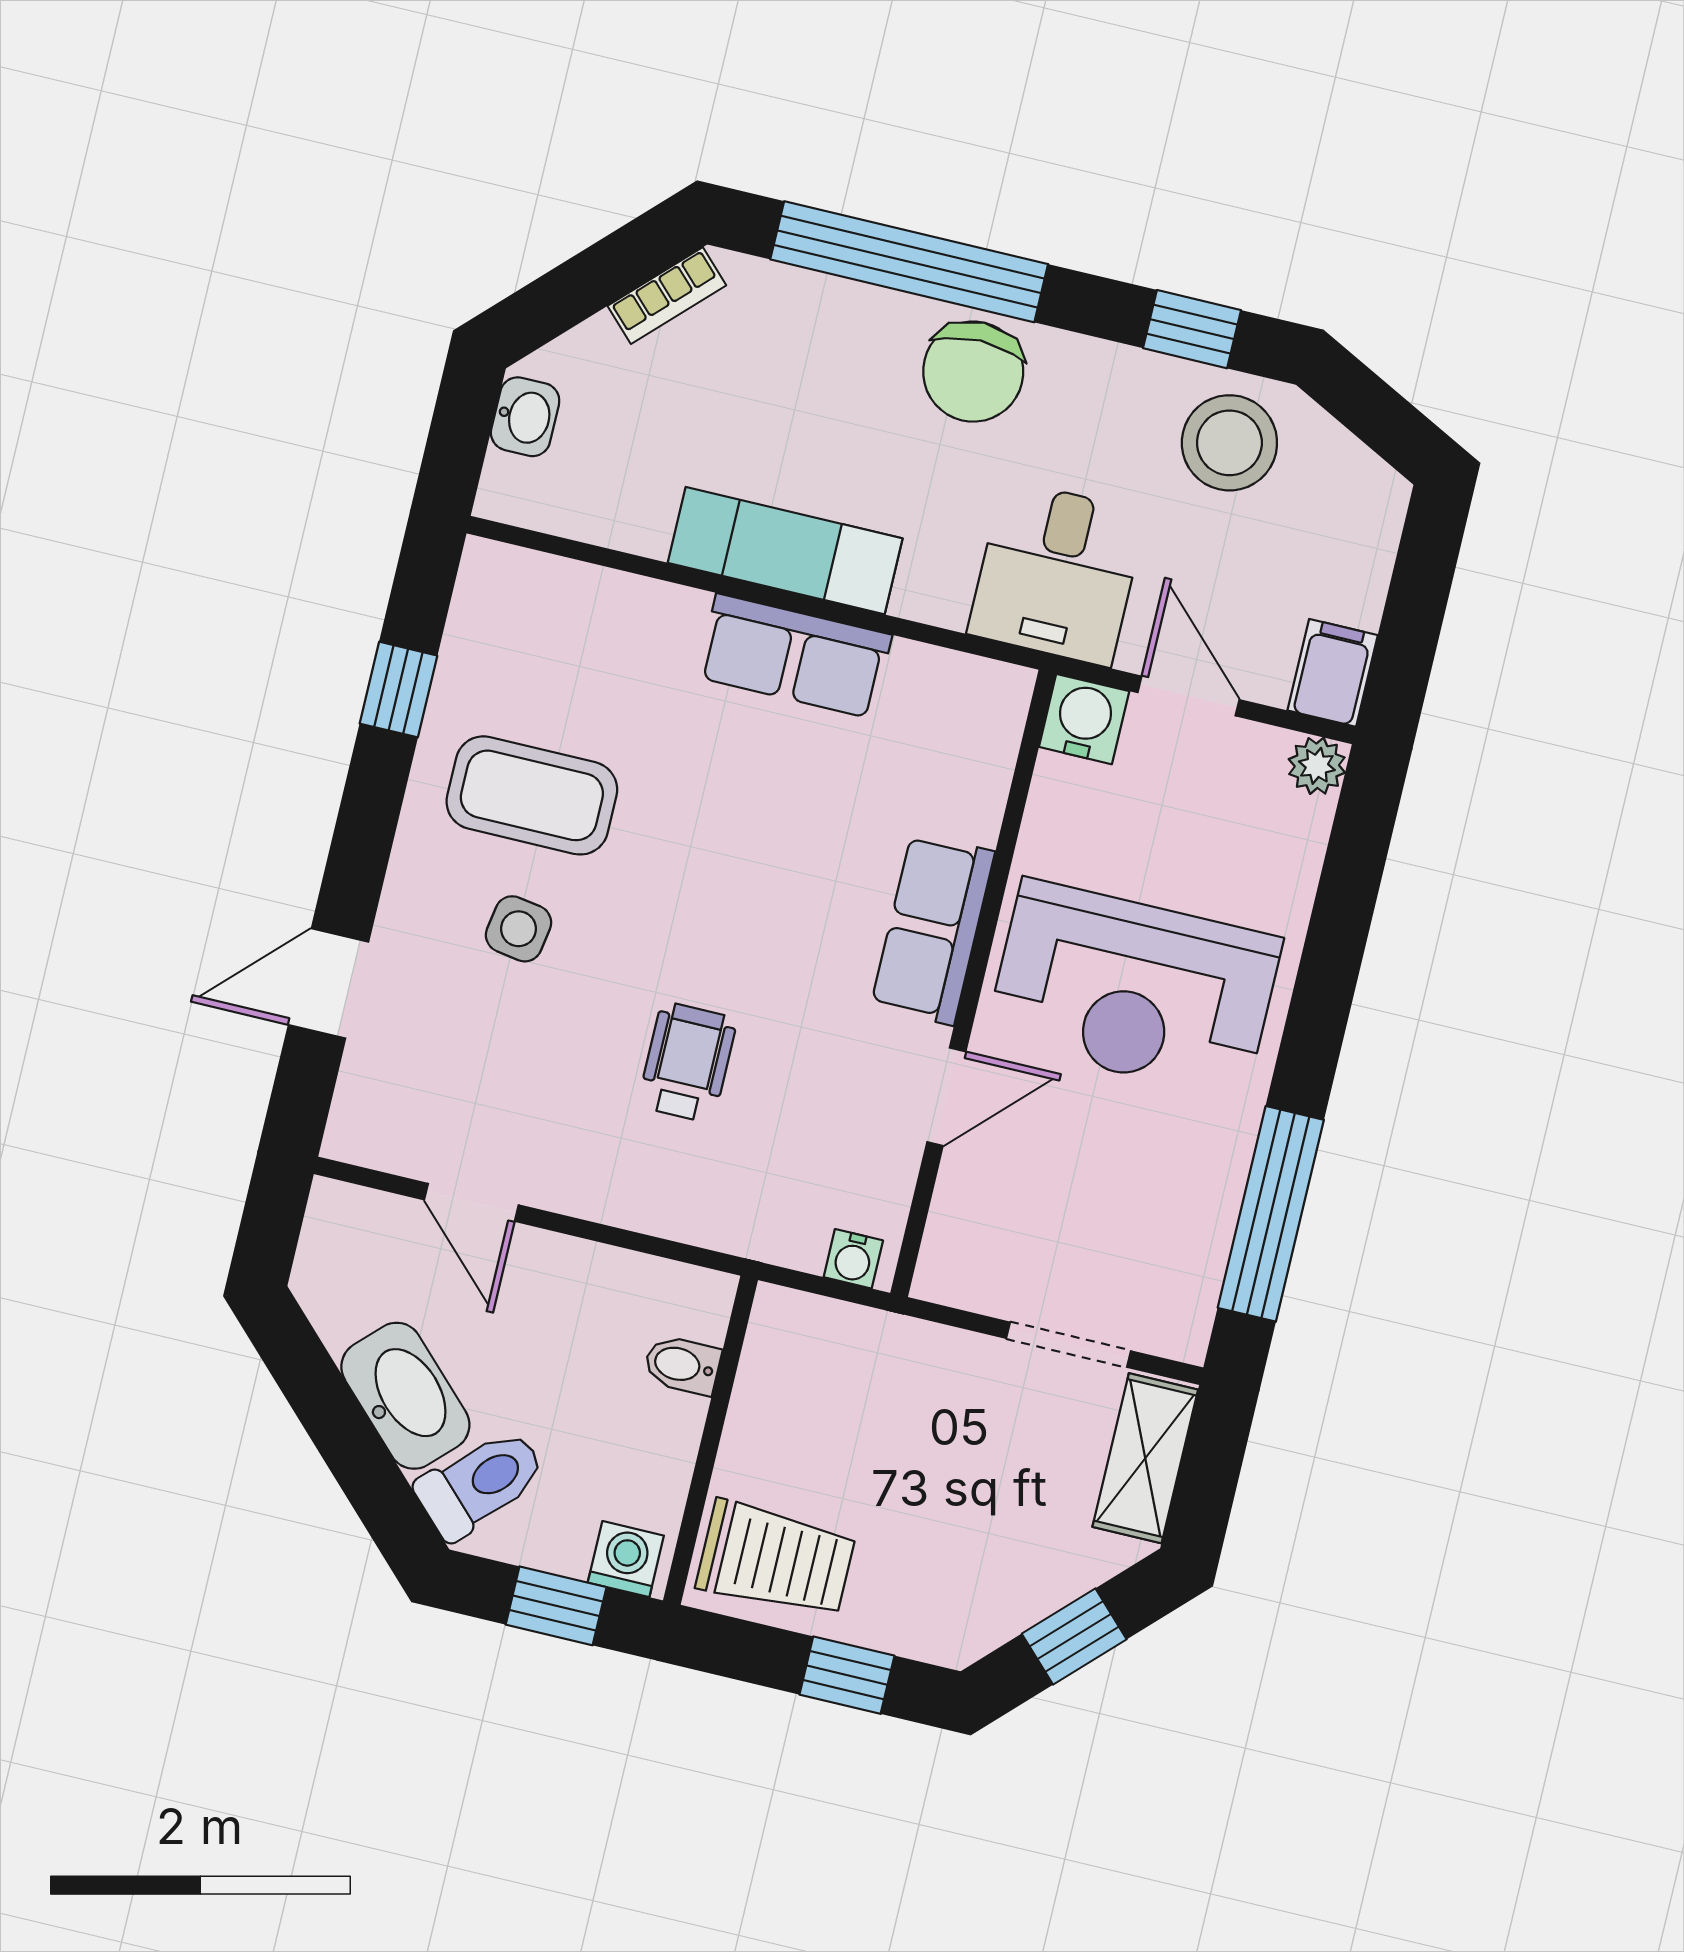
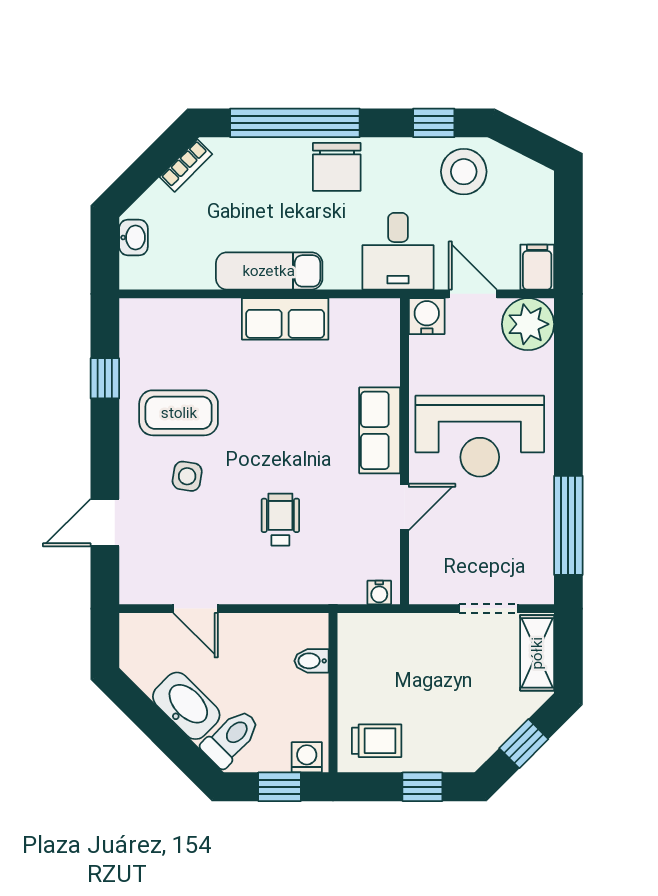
plant: (1317, 766) -> (528, 324), width x1.87, depth x1.87
trolley: (776, 1559) -> (377, 741), width x0.73, depth x0.72

